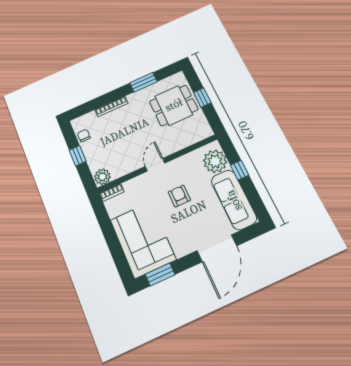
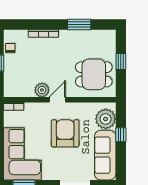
dining table: (174, 105) -> (94, 74), moved
plant: (102, 177) -> (42, 90), moved
armchair: (179, 196) -> (65, 133), width x1.88, depth x1.88

